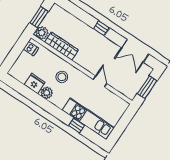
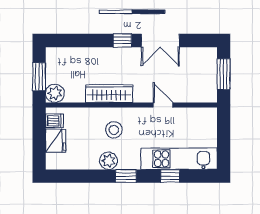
wardrobe: (61, 46) -> (109, 94), moved
double door: (135, 51) -> (160, 41), moved
fridge: (35, 84) -> (56, 141), moved, turned 90
window: (51, 108) -> (126, 176), added

